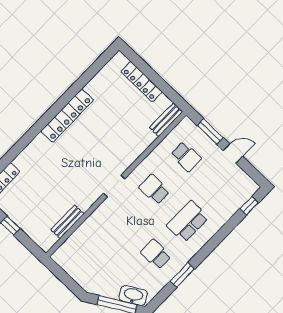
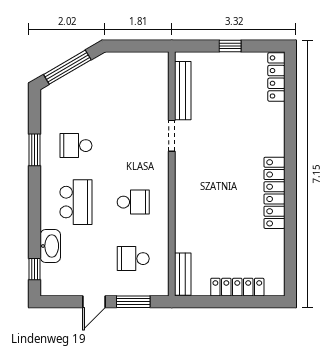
doorway: (114, 186) -> (172, 136), moved
bench: (67, 222) -> (183, 91), width x1.36
school desk: (156, 254) -> (76, 146), turned 180
washbasin: (133, 295) -> (50, 246), moved, turned -60

